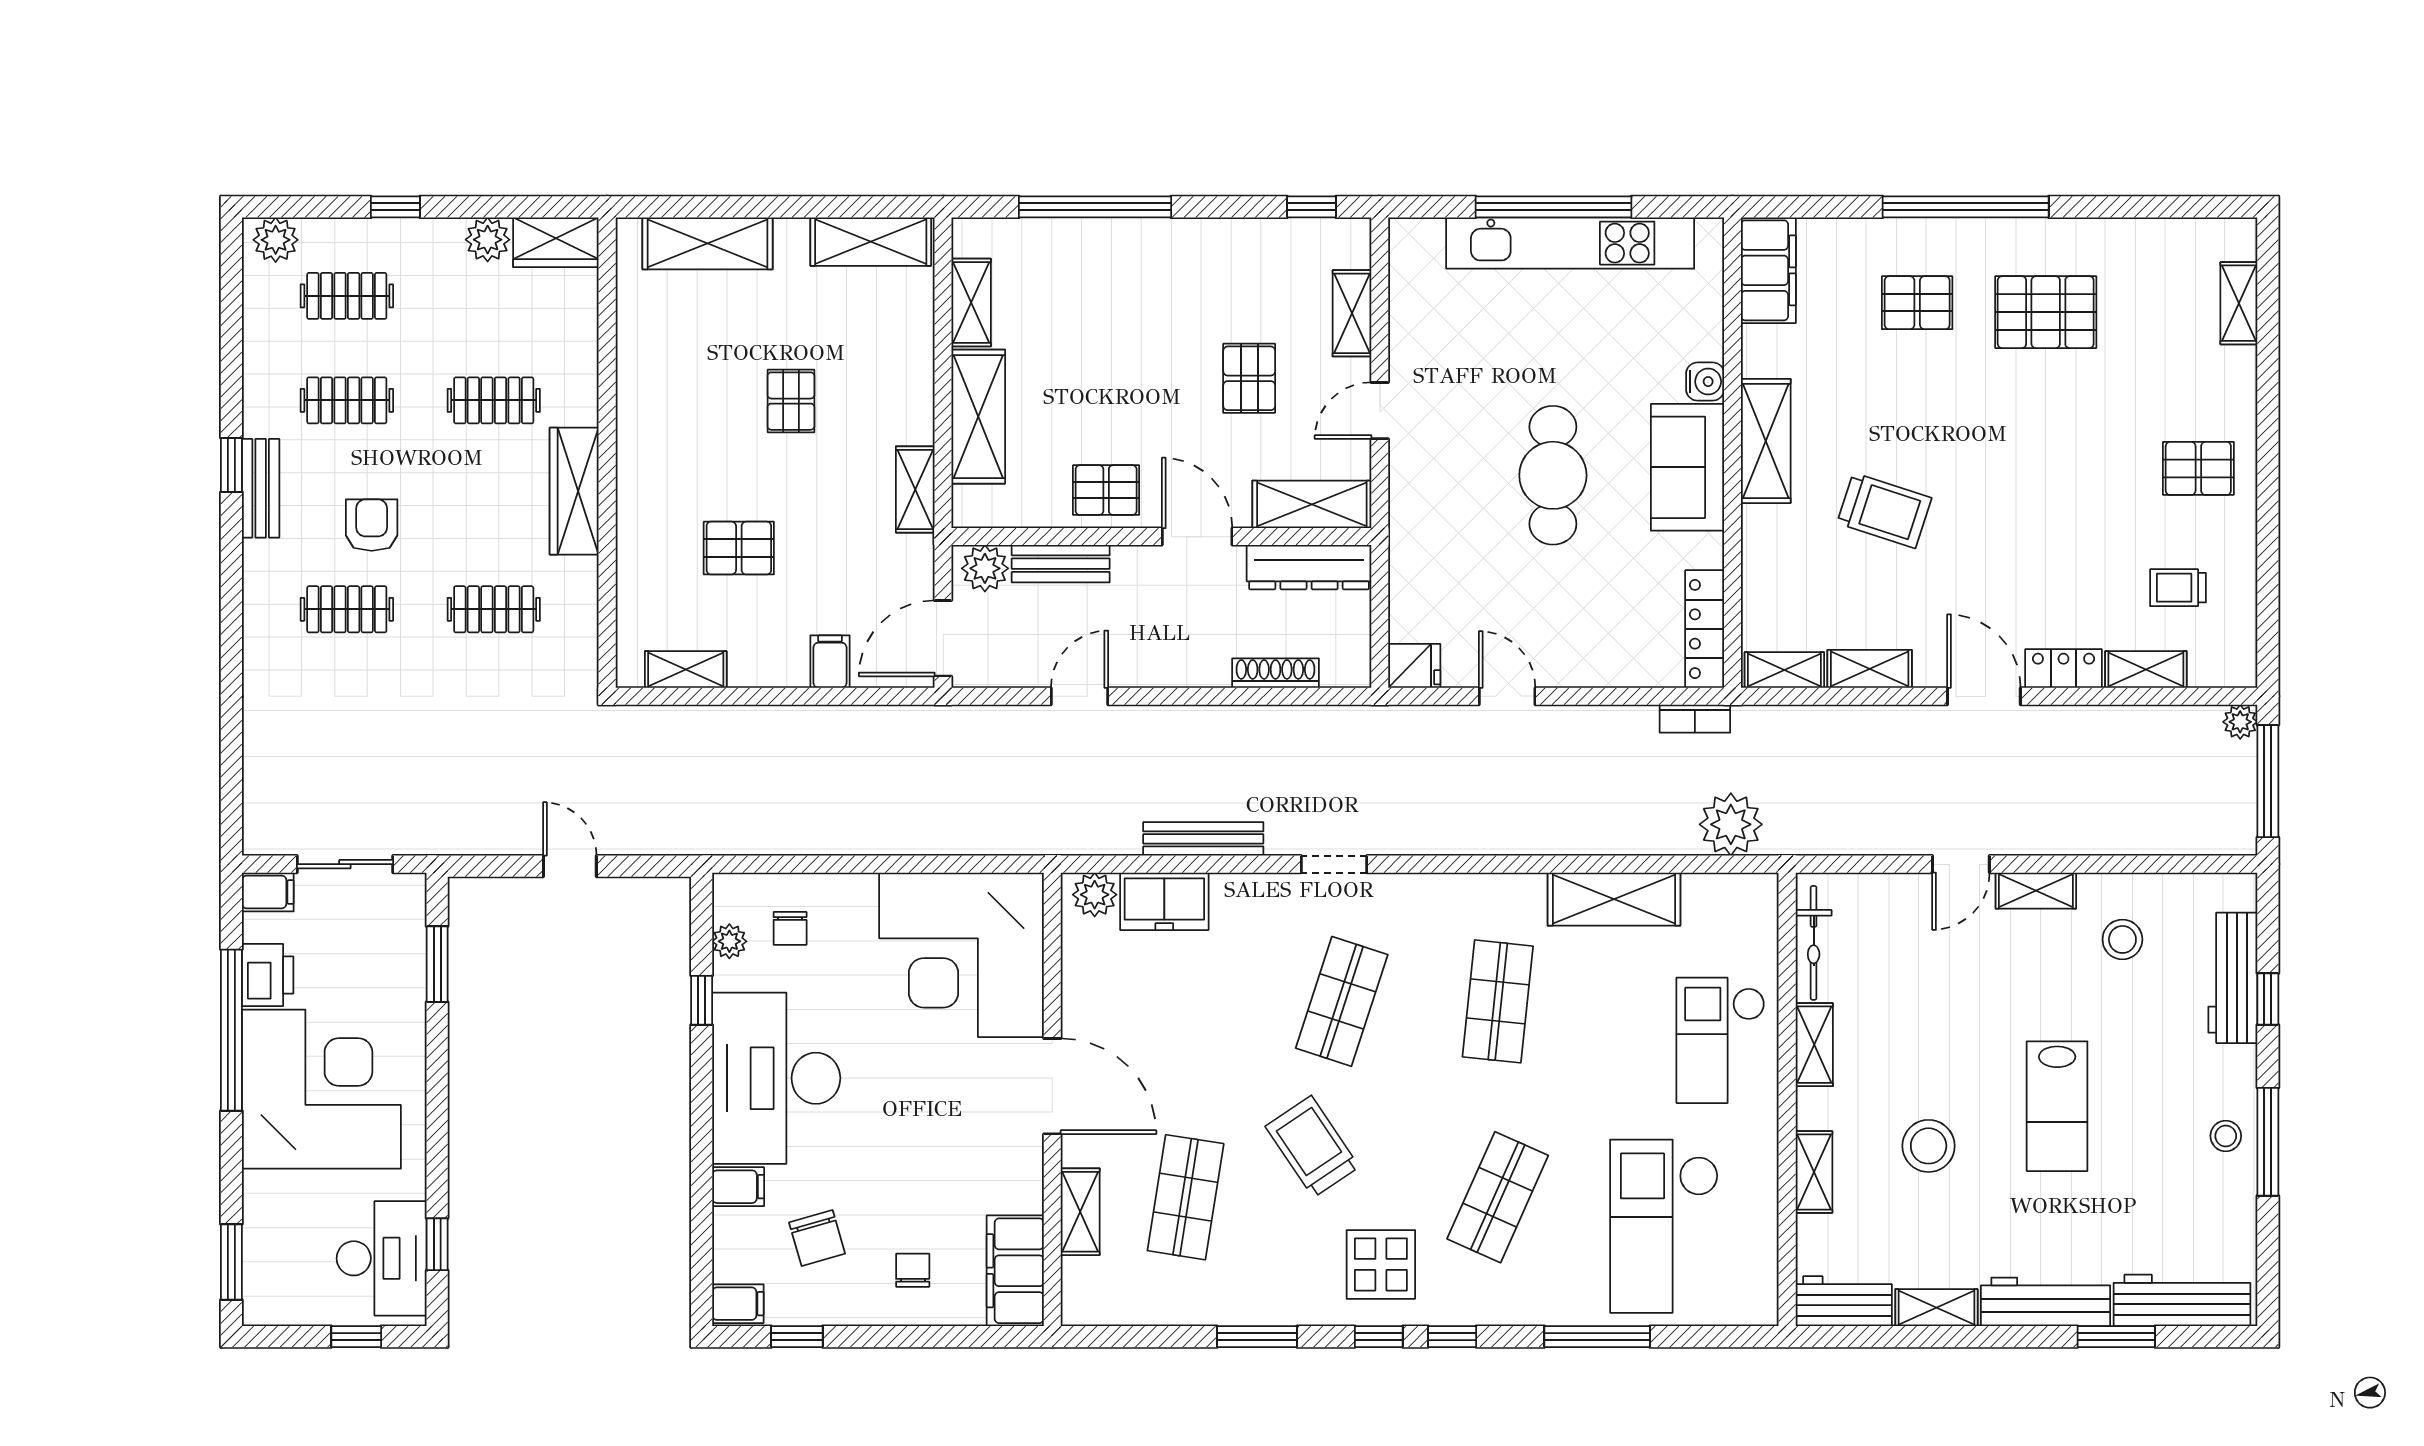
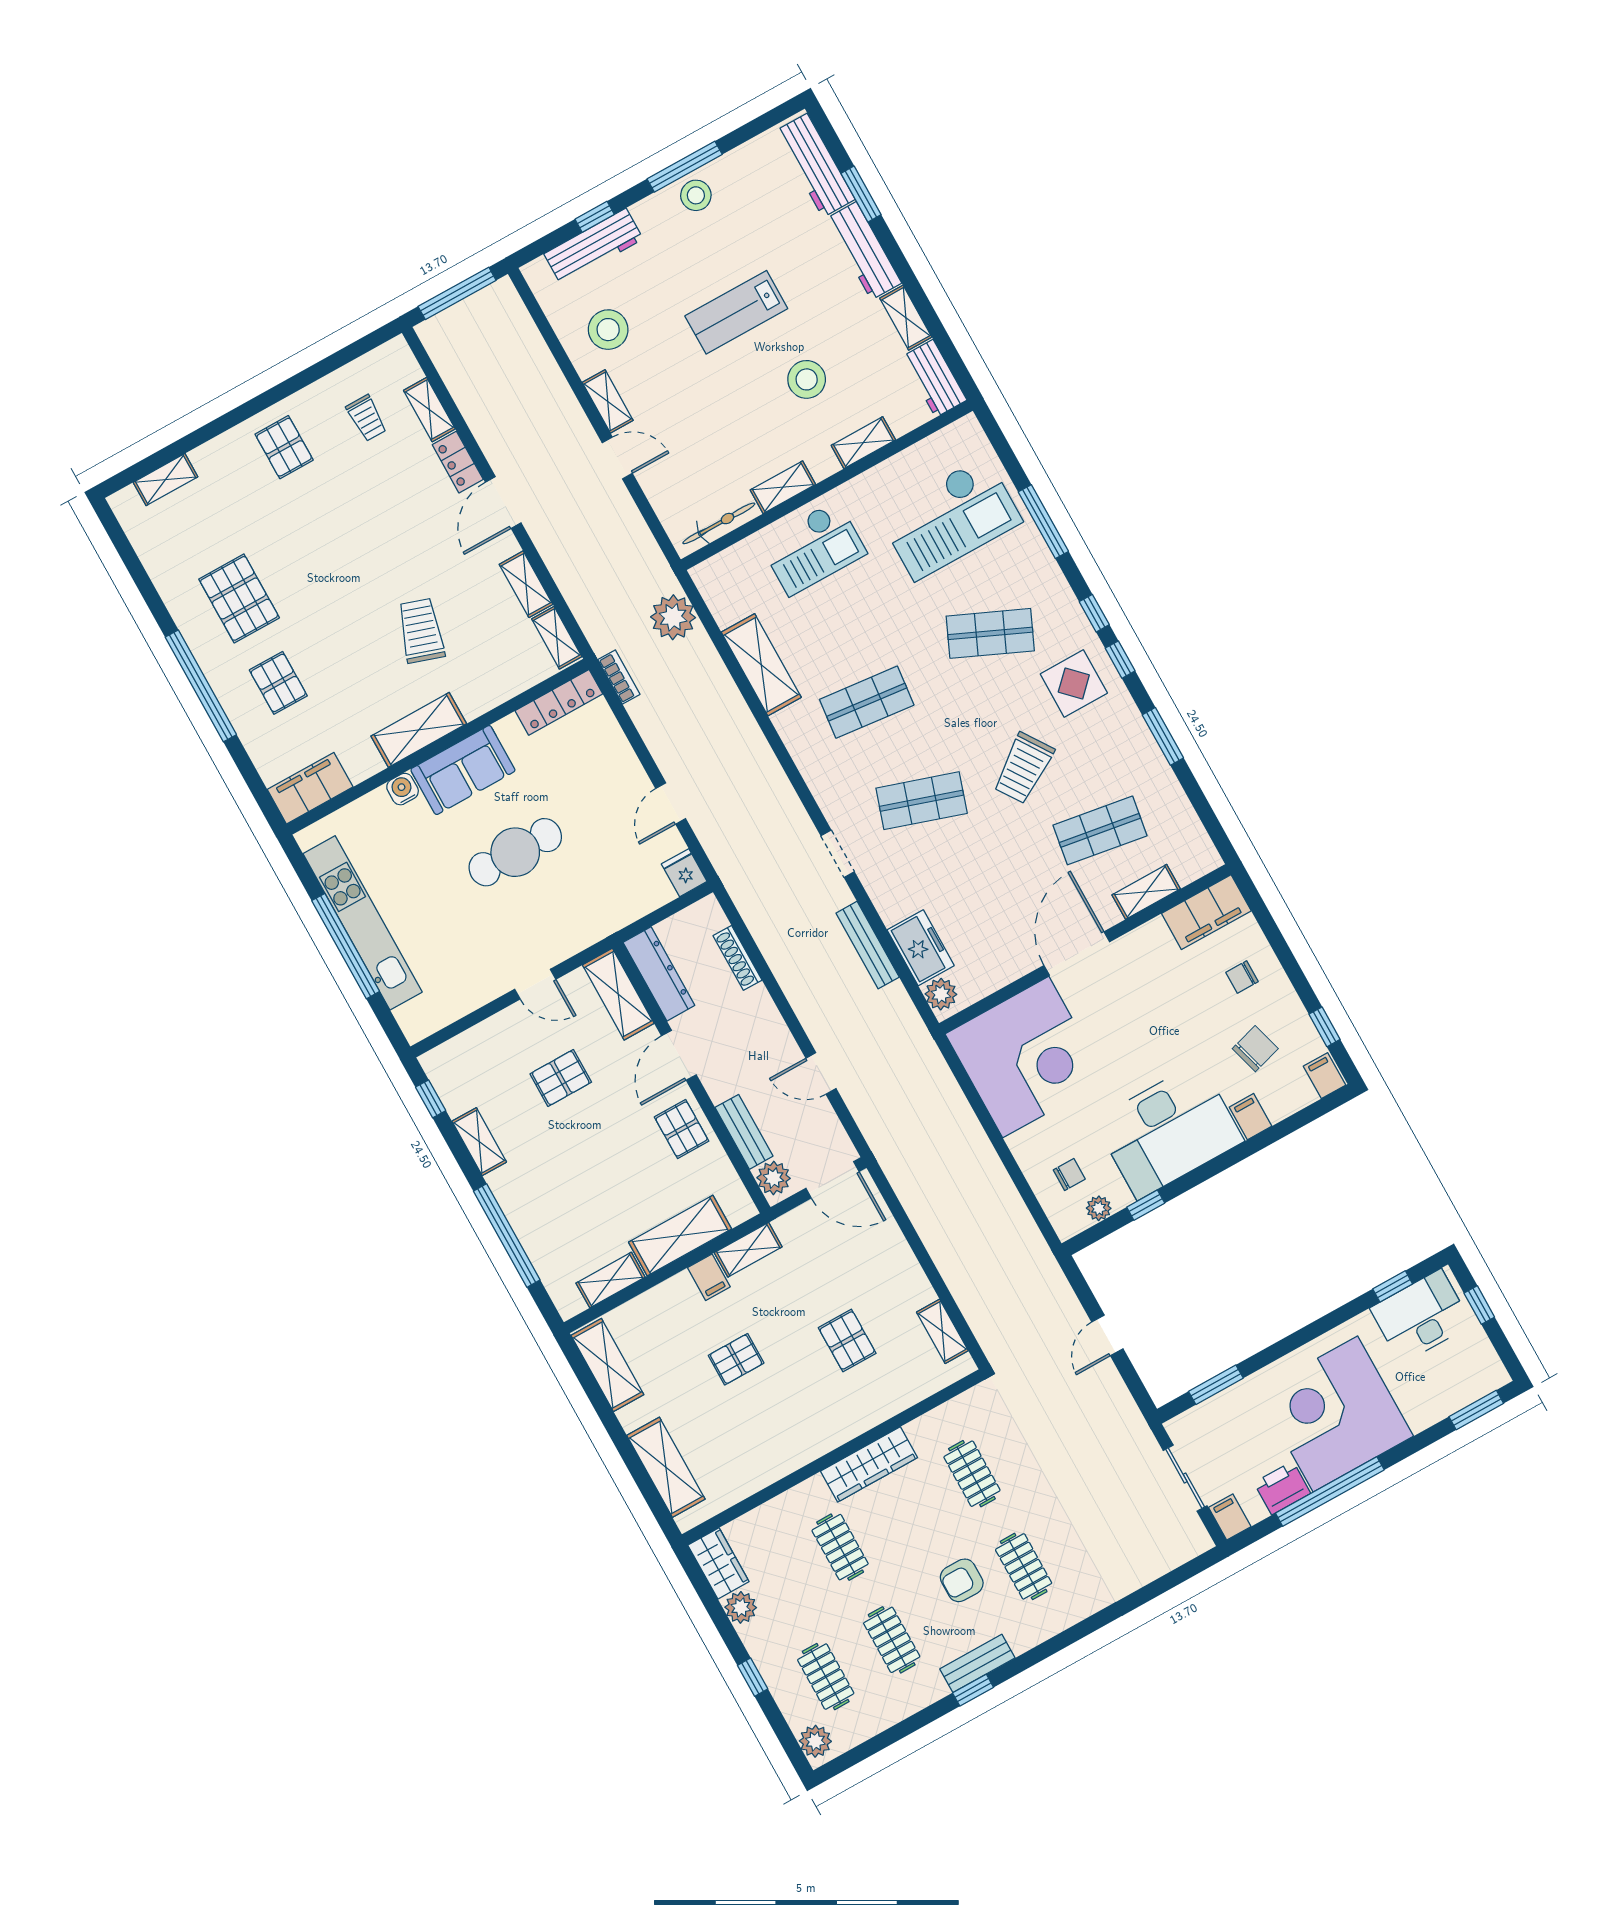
shelving: (1352, 313) -> (479, 1142), moved, turned 90
filing cabinet: (830, 662) -> (709, 1277), moved, turned -90
plant: (2240, 722) -> (429, 332), removed
stool: (2122, 939) -> (608, 330), width x1.38, depth x1.38
lab bench: (2057, 1106) -> (736, 312), turned 180
stool: (2226, 1136) -> (696, 195), width x1.37, depth x1.37

